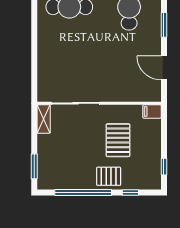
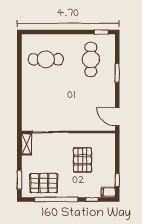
door: (164, 68) -> (117, 117), moved
filing cabinet: (152, 112) -> (108, 192), moved
pallet: (109, 176) -> (44, 183), moved, width x1.50, depth x1.42

